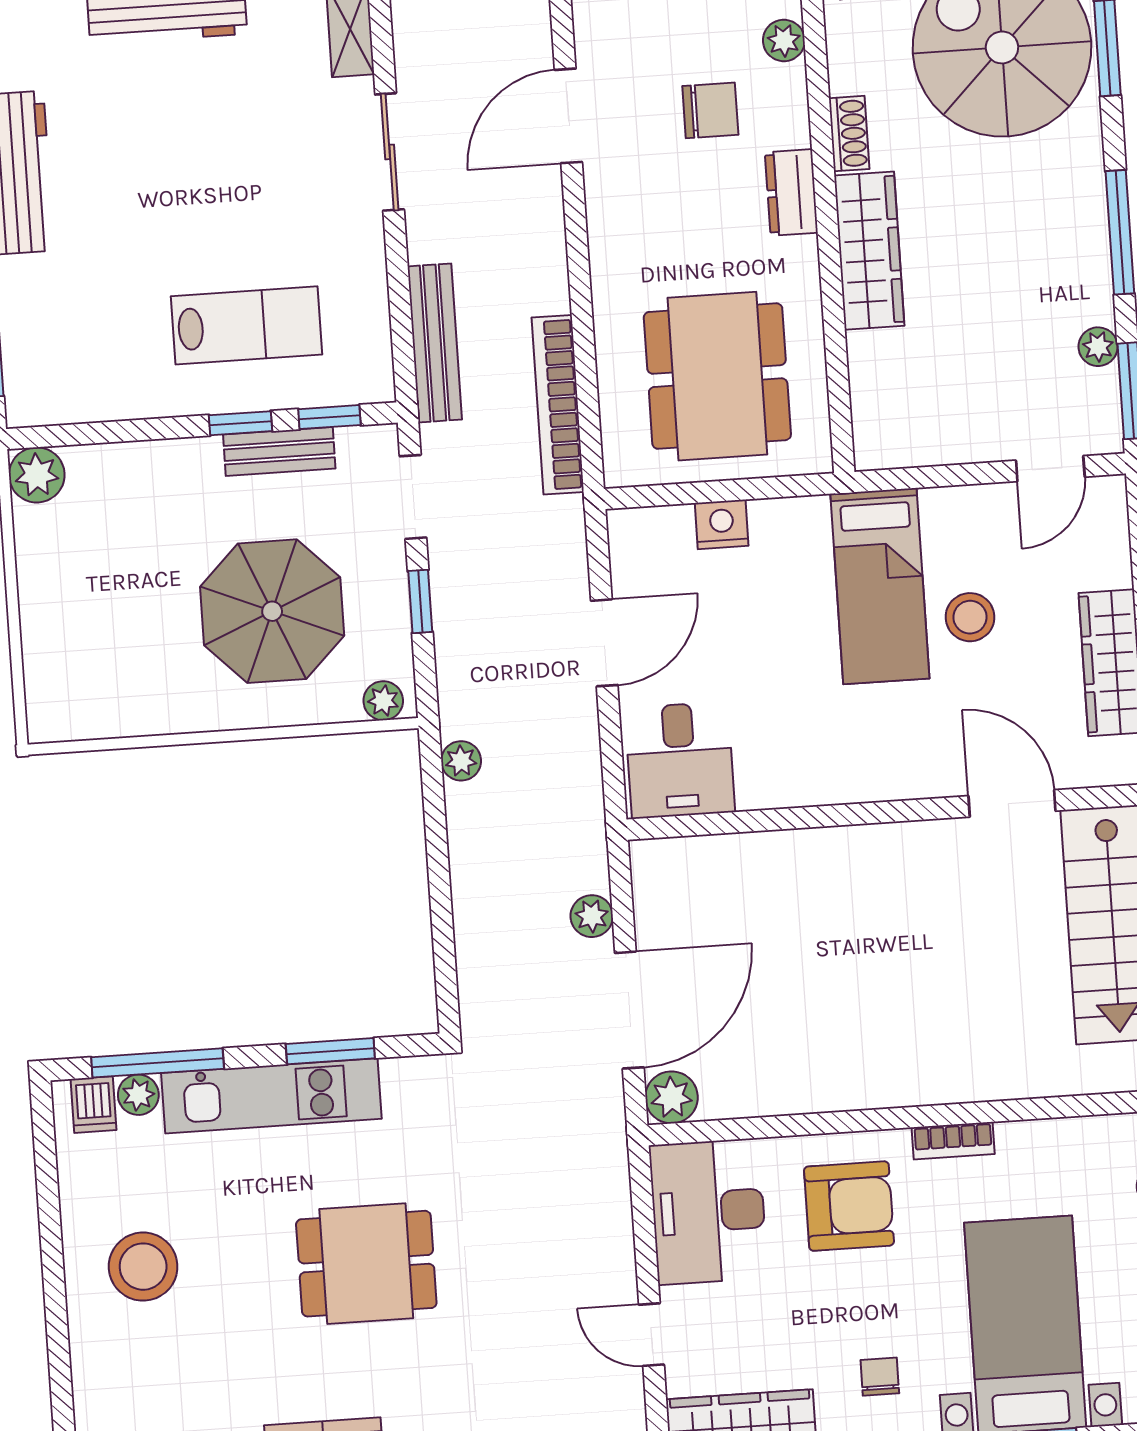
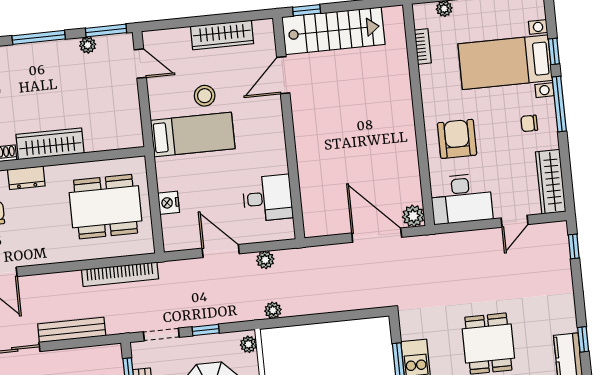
bench: (435, 343) -> (72, 330), moved
desk: (680, 760) -> (268, 198), moved
plant: (592, 916) -> (265, 260), moved
bookcase: (953, 1141) -> (423, 47), moved

